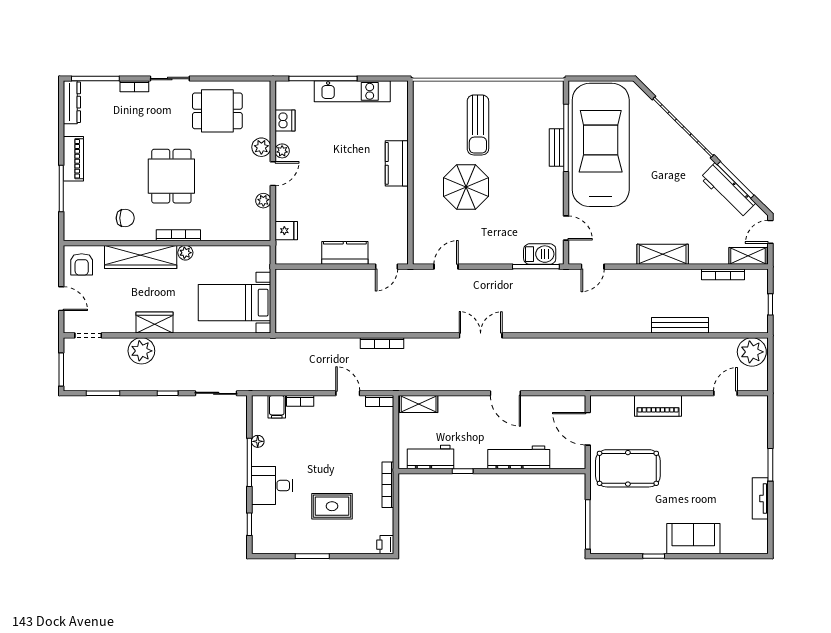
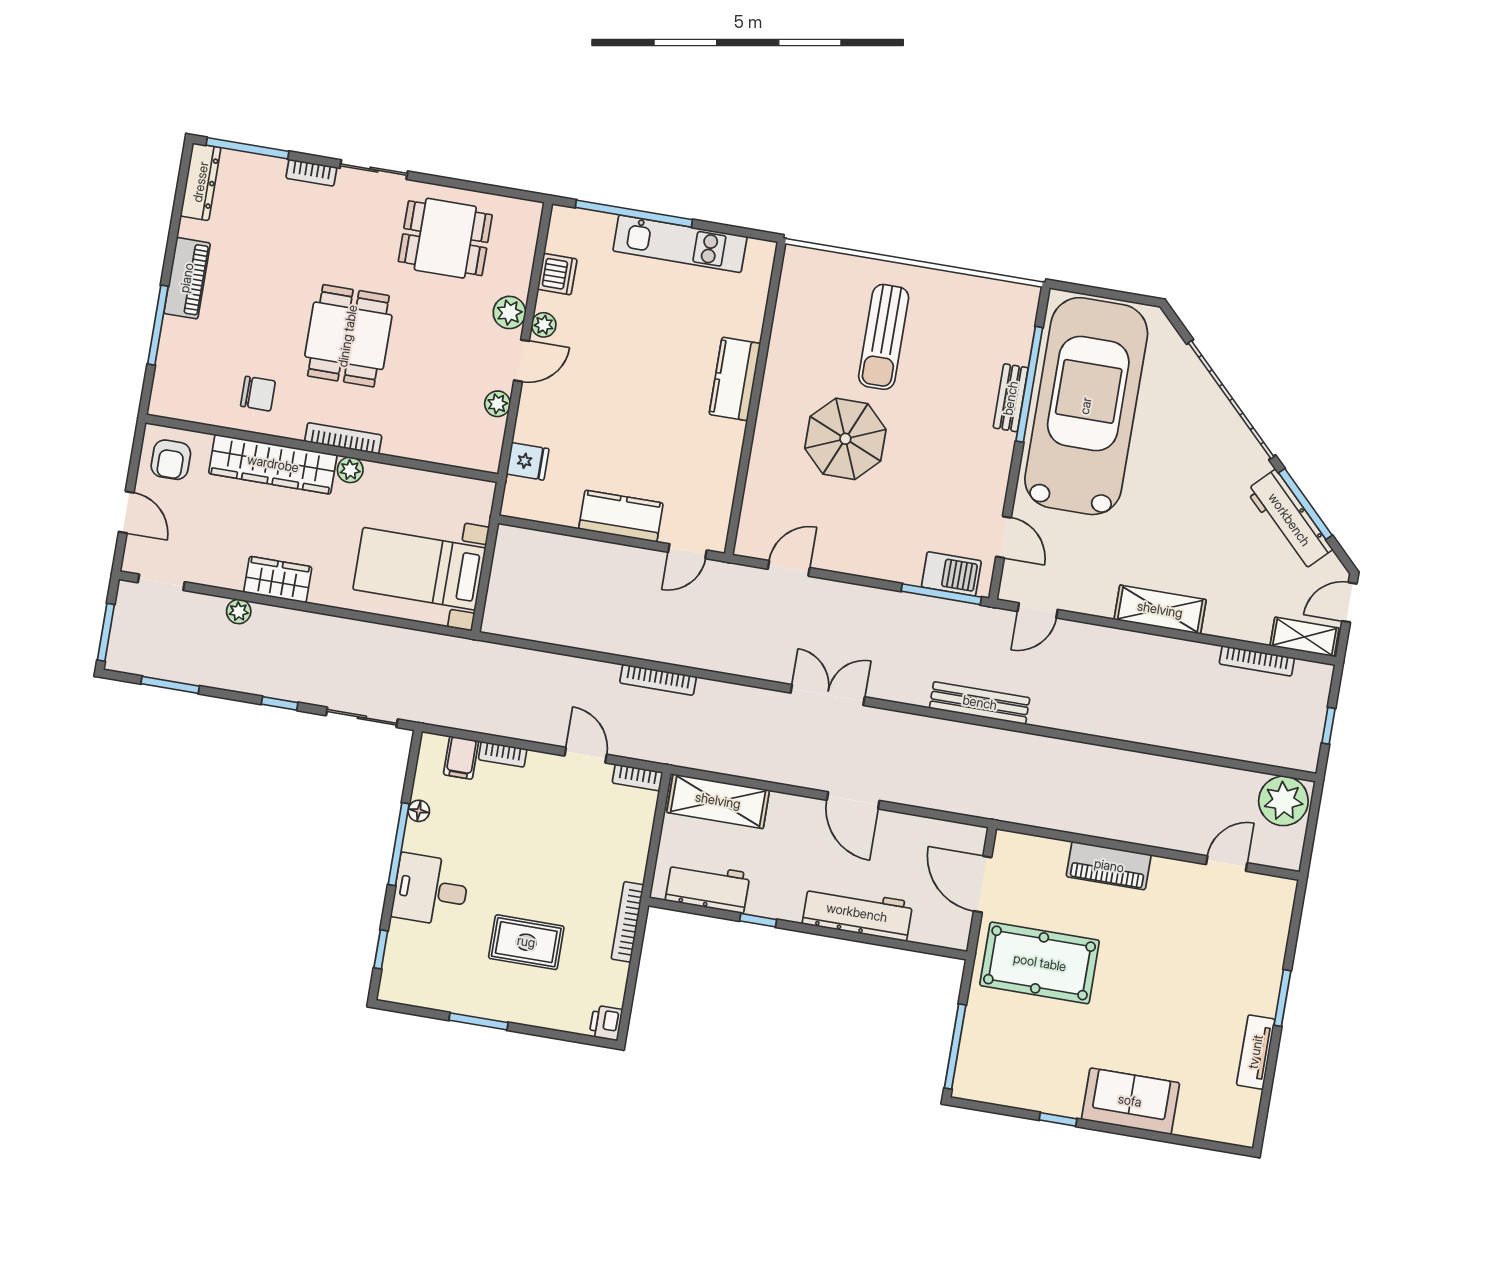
bench: (680, 325) -> (980, 703), moved
plant: (141, 351) -> (239, 611), width x0.53, depth x0.53
shelving: (419, 404) -> (718, 801), width x1.50, depth x1.33

